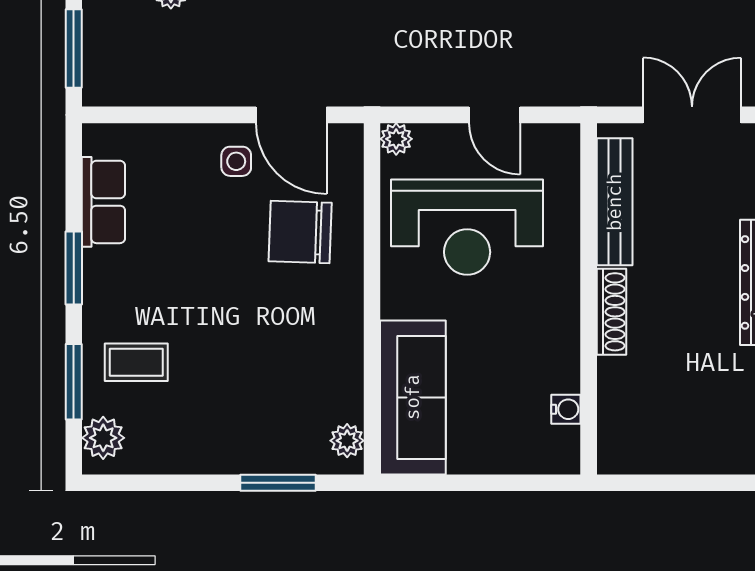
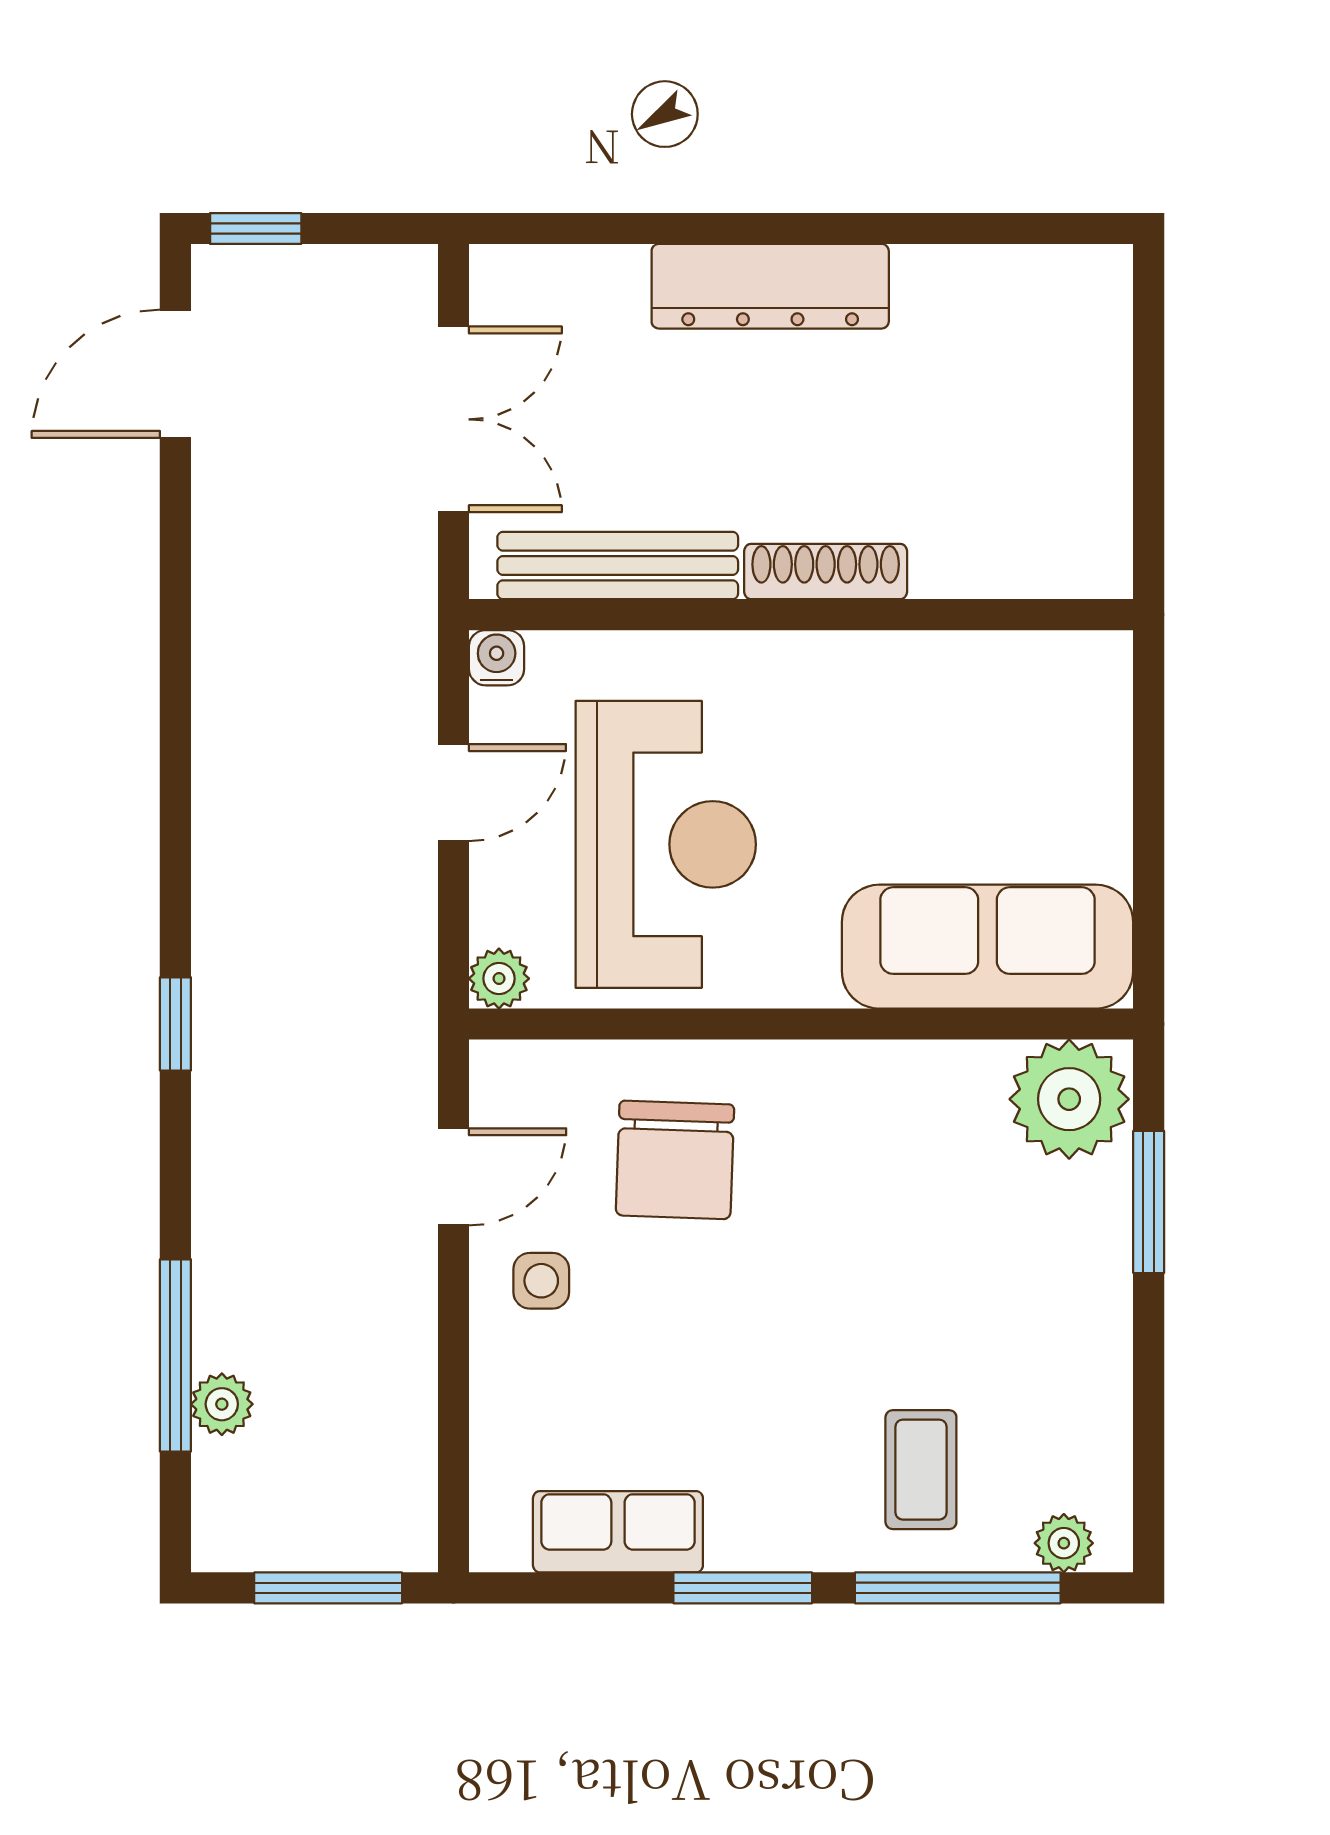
door: (291, 115) -> (453, 1177), width x0.73
double door: (692, 115) -> (453, 419), swing flipped
window: (74, 382) -> (958, 1588), width x1.44
water cooler: (566, 409) -> (497, 658), moved
plant: (103, 438) -> (1064, 1543), width x0.73, depth x0.73
plant: (347, 441) -> (1069, 1099), width x1.87, depth x1.87

